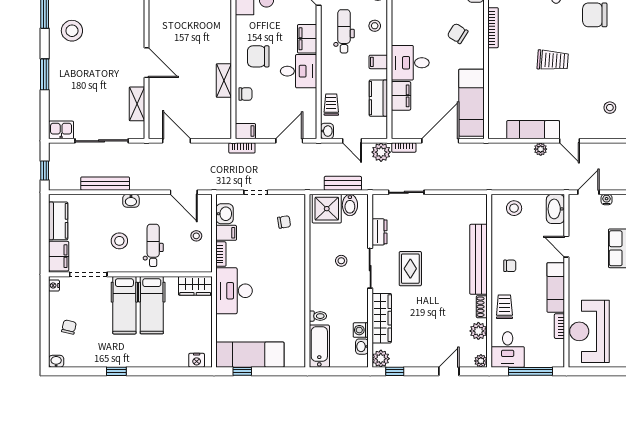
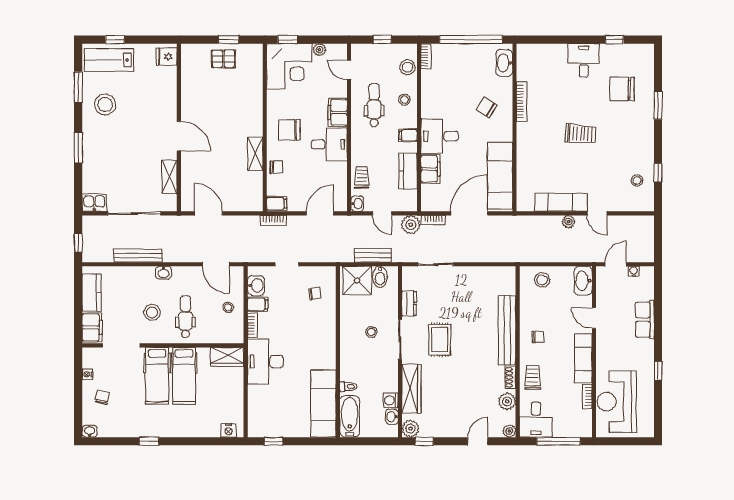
nightstand: (54, 285) -> (87, 374), moved
exam couch: (250, 355) -> (323, 404), moved, turned -90

